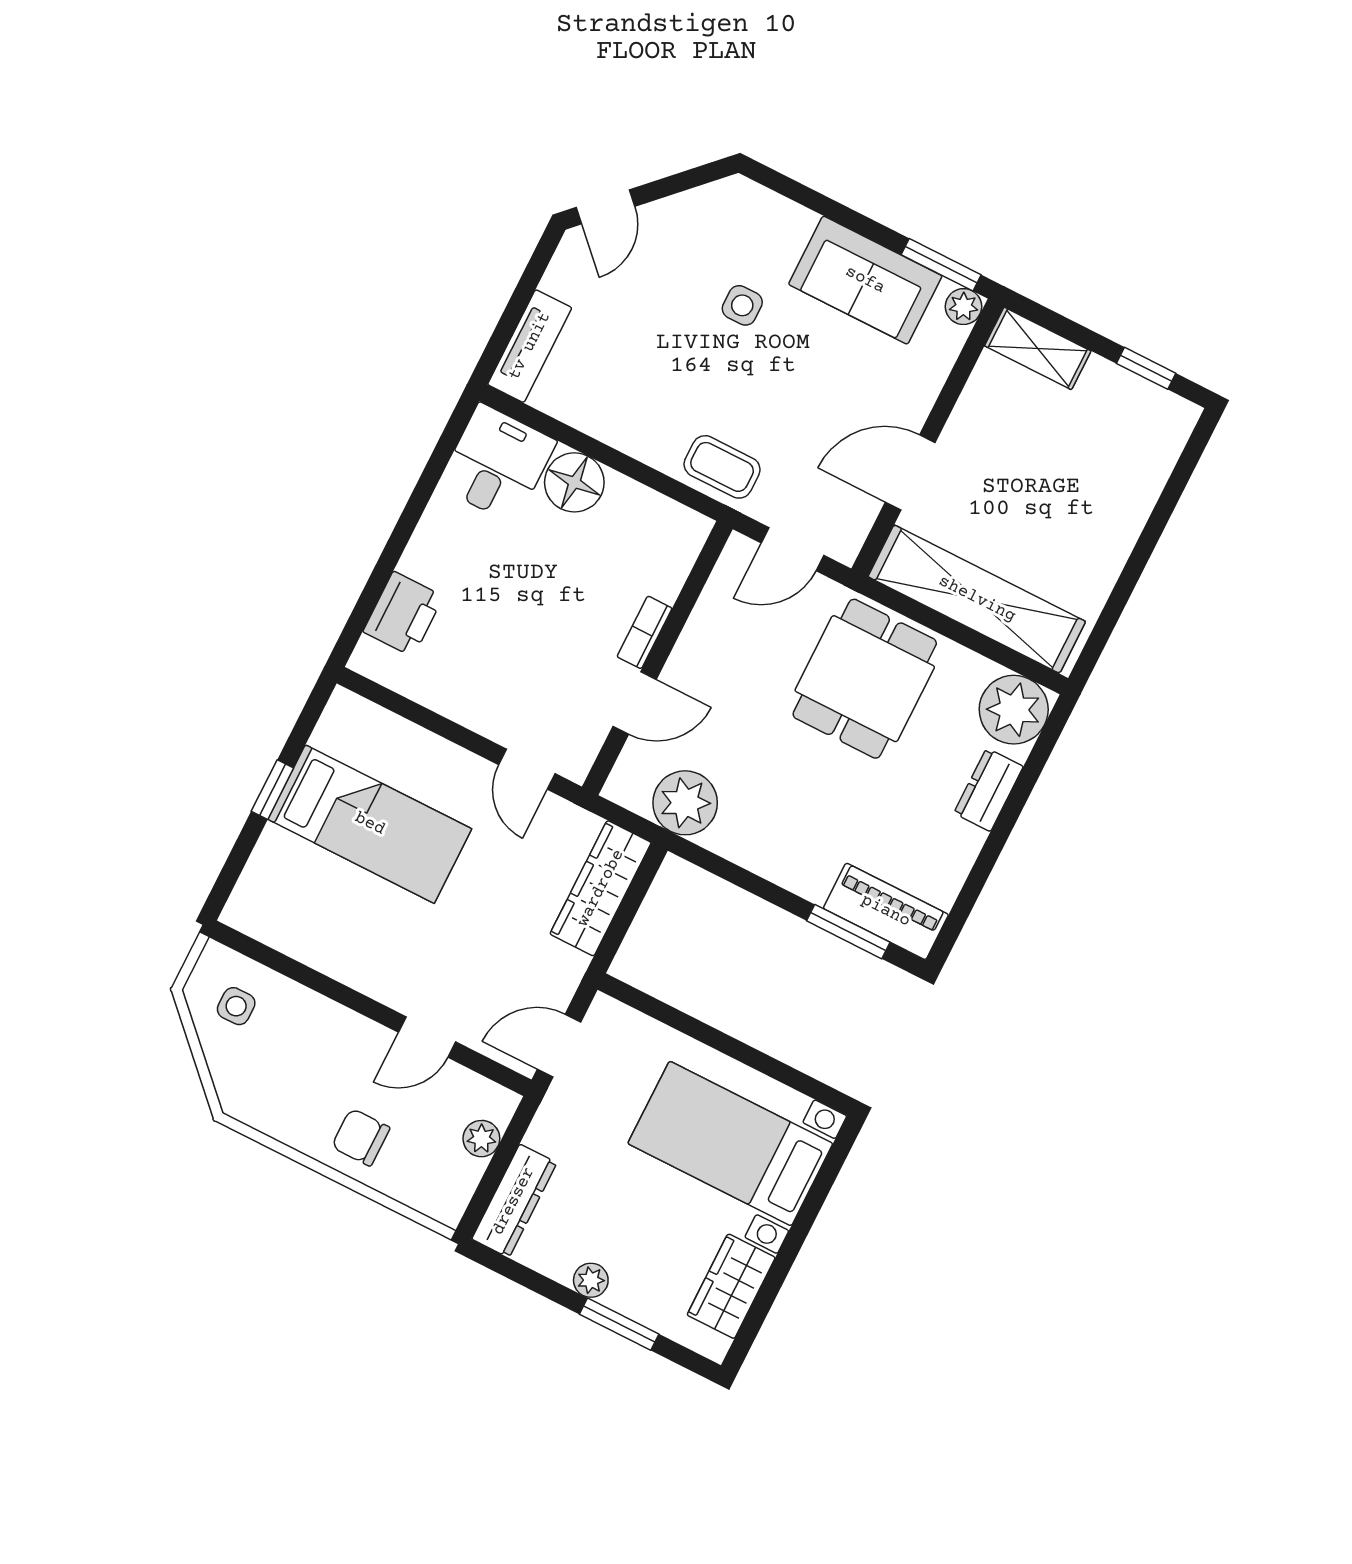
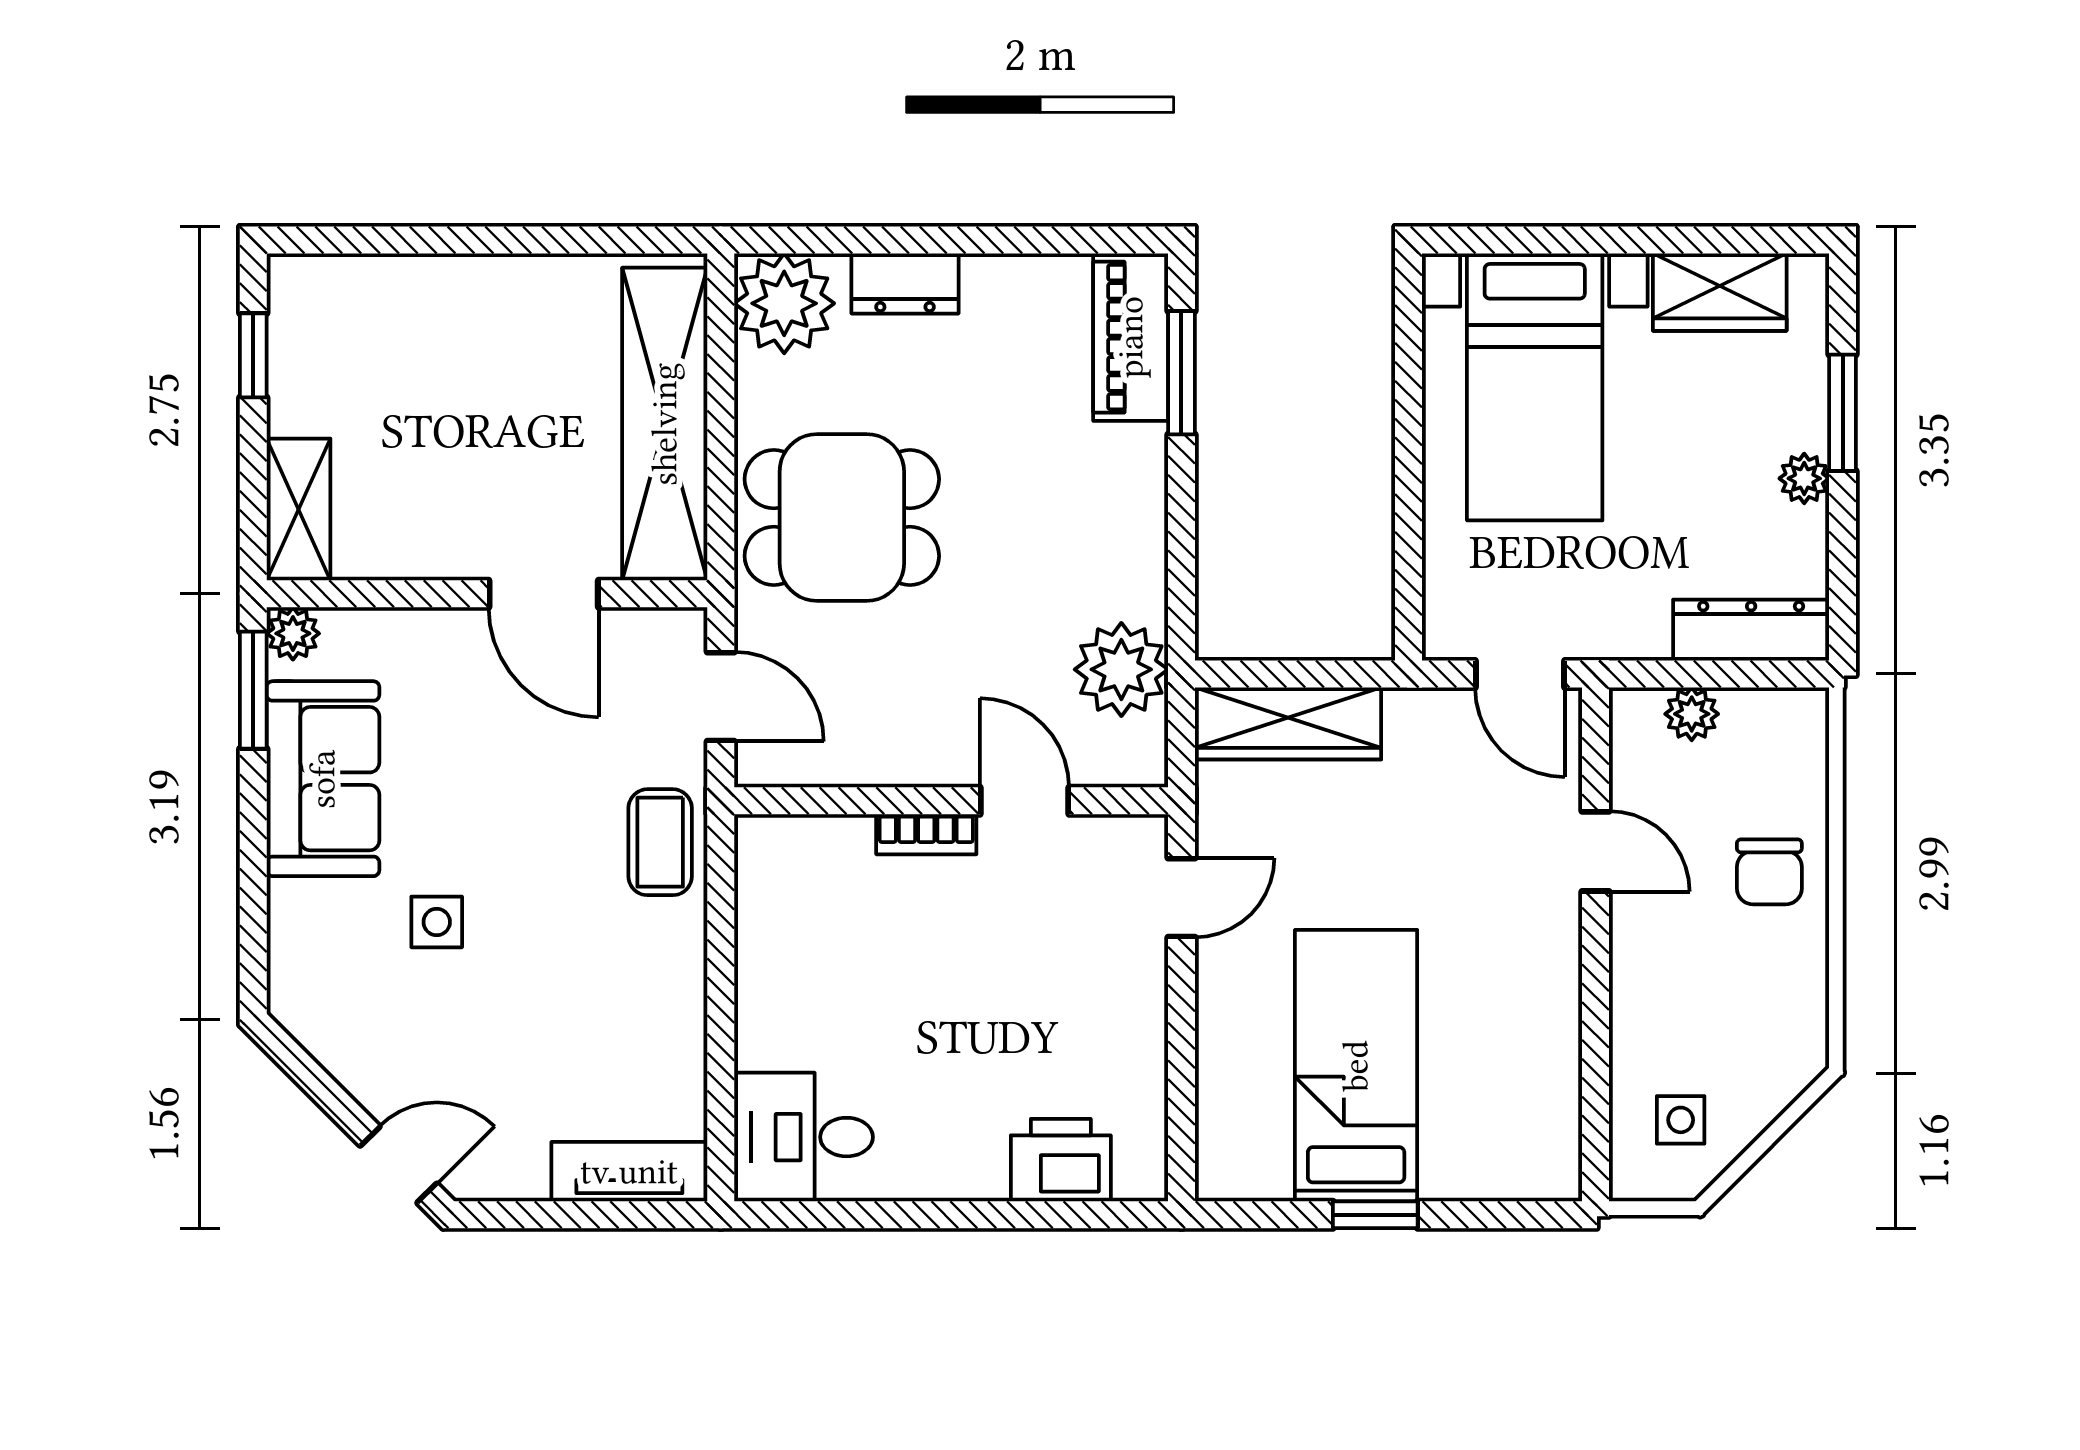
floor lamp: (574, 482) -> (777, 1024), removed

